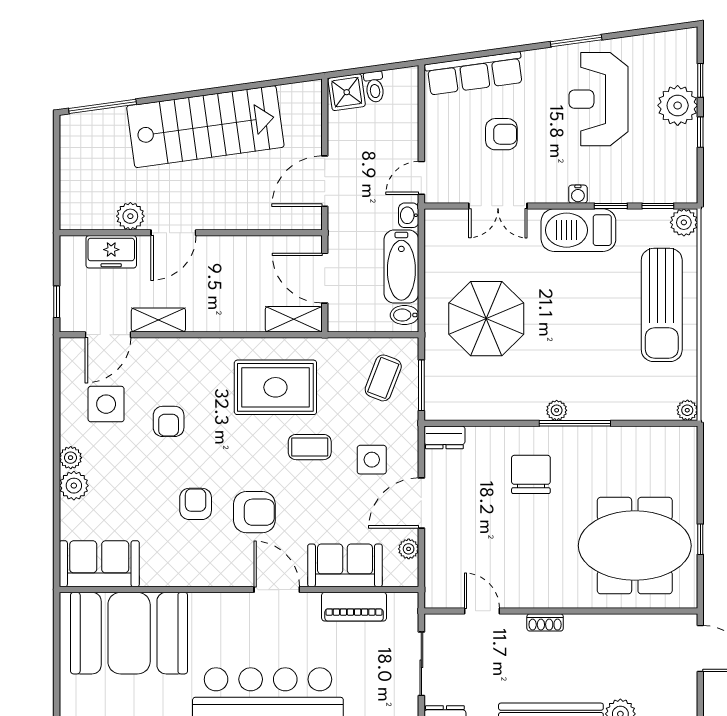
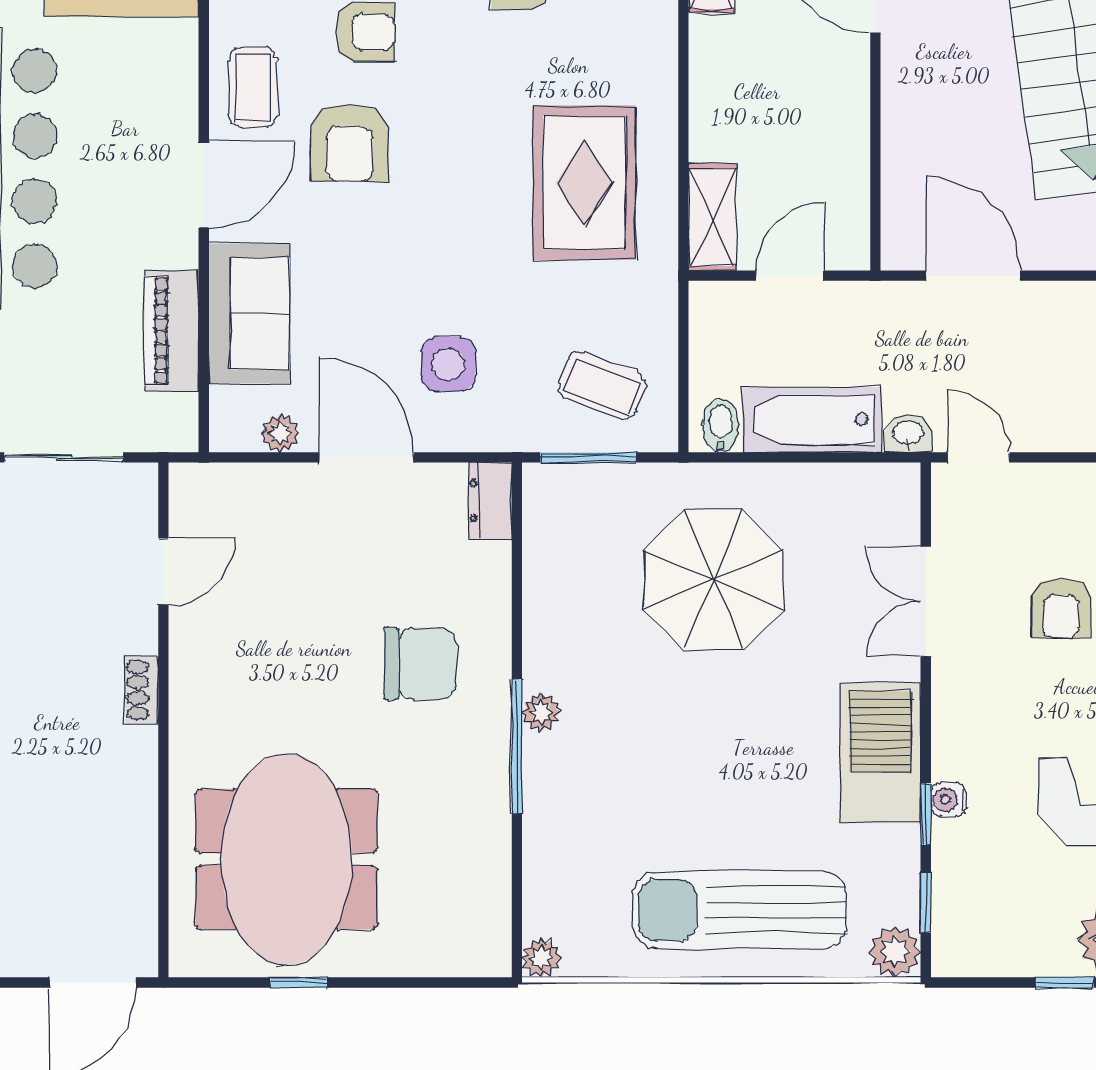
water cooler: (578, 194) -> (948, 800), moved
door: (325, 278) -> (790, 276), width x0.73
coffee table: (310, 447) -> (253, 87), moved

